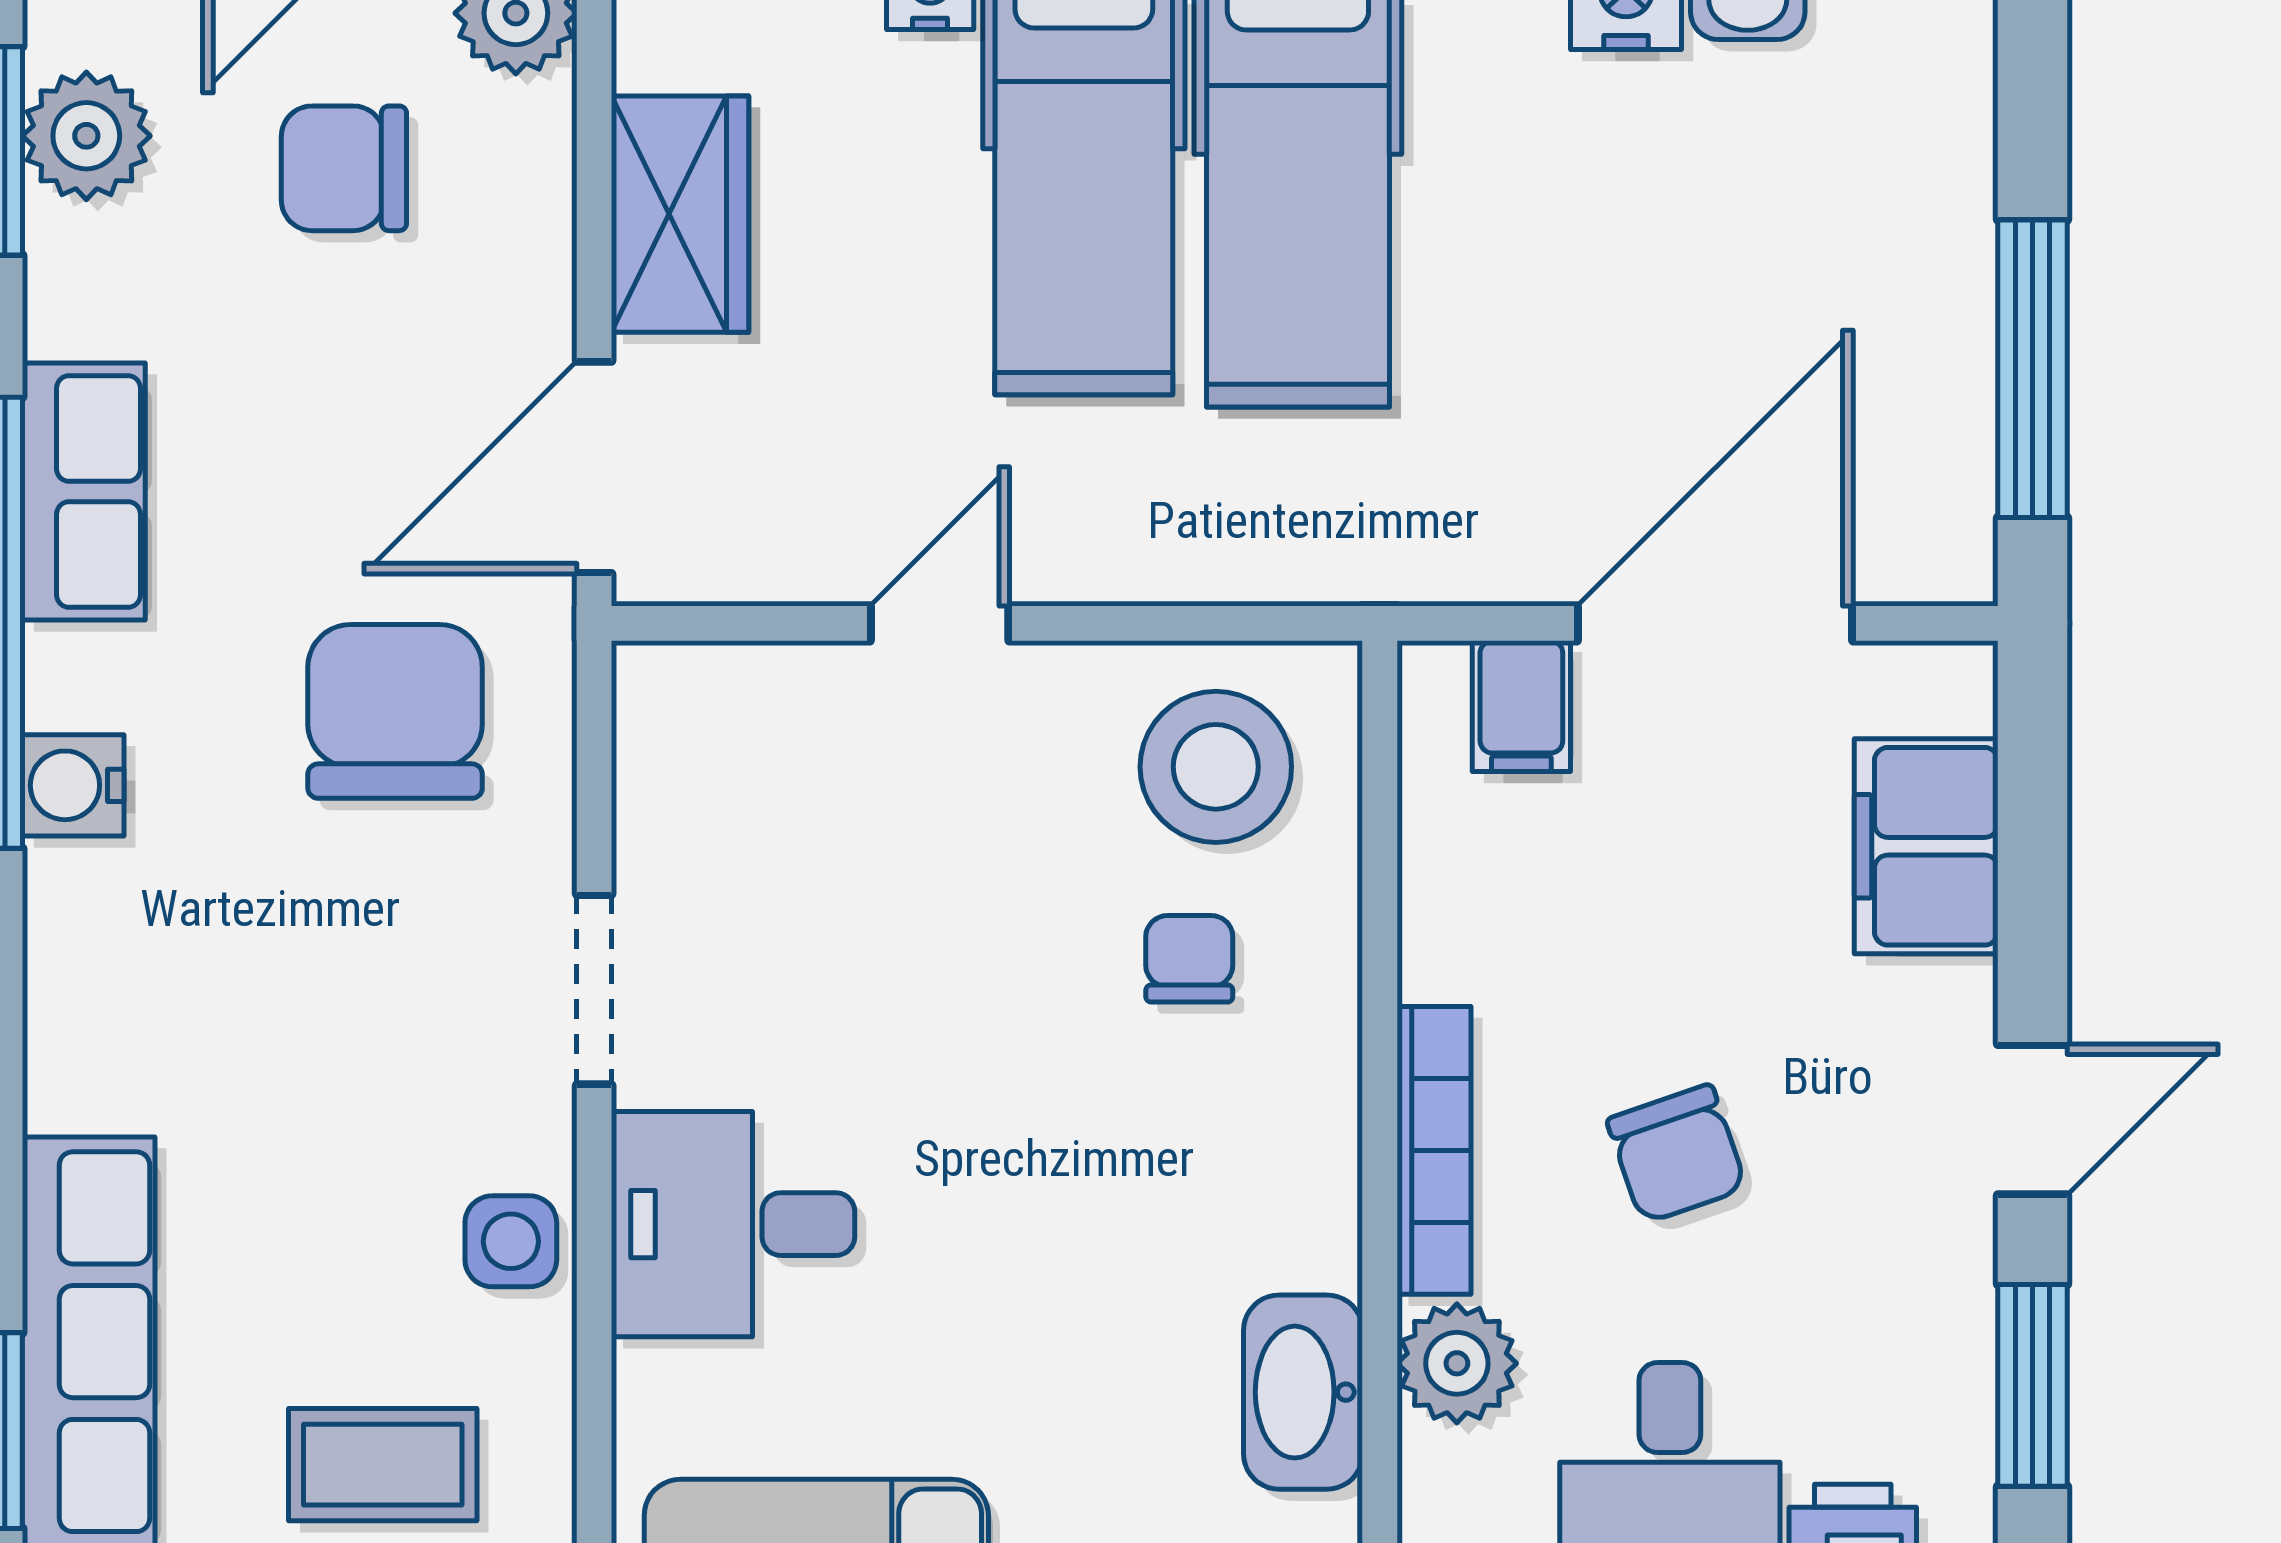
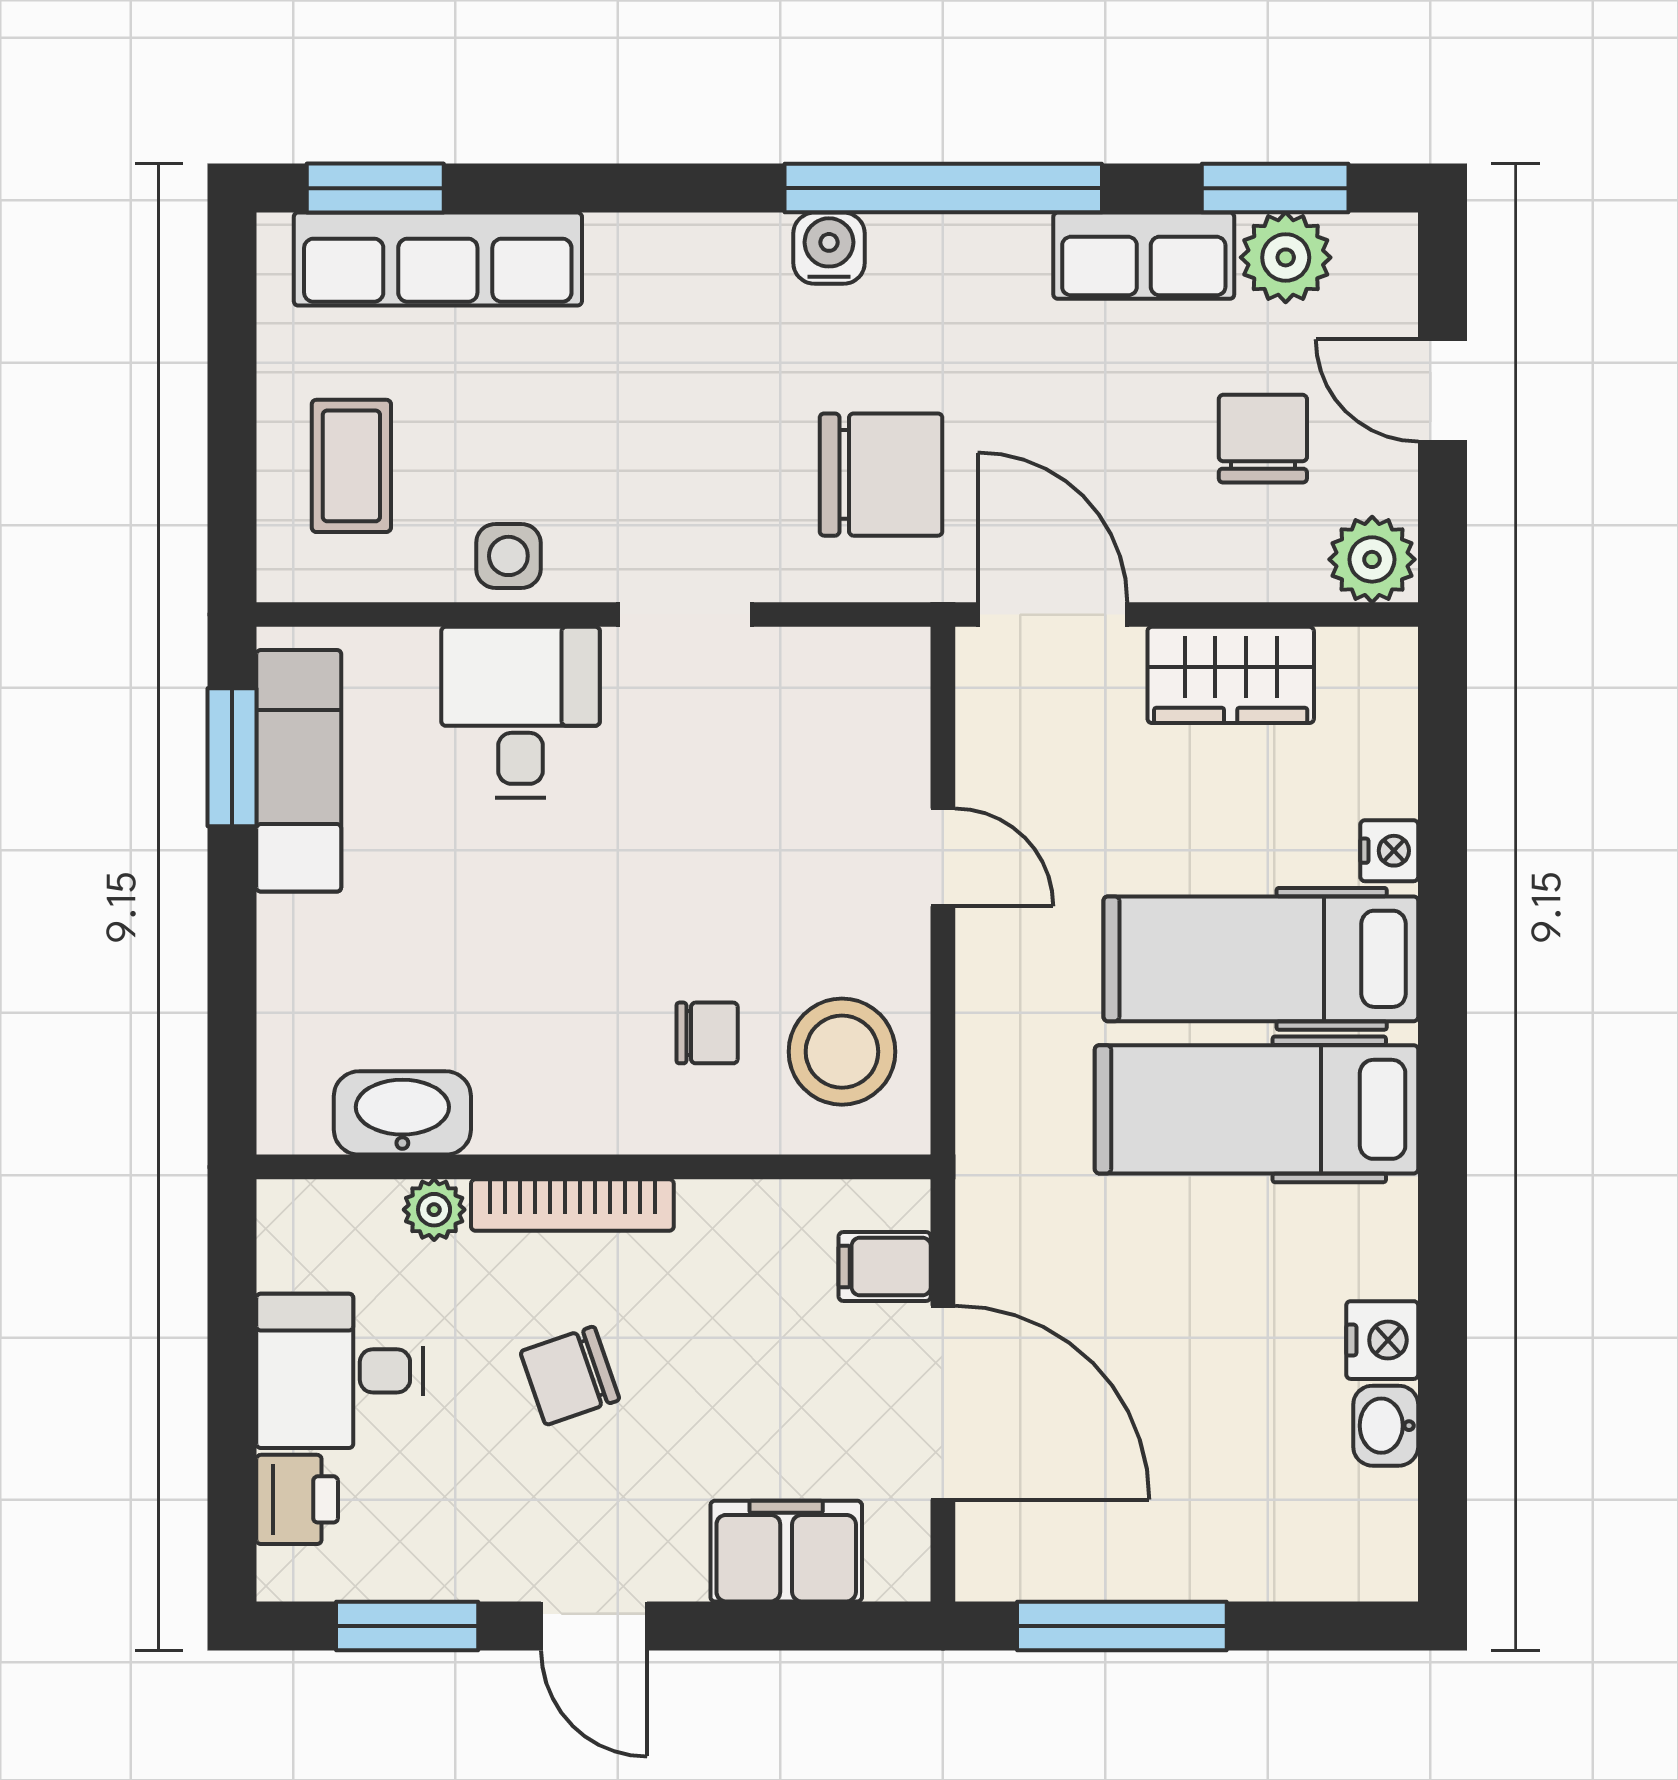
row of seats: (84, 492) -> (1144, 256), moved
plant: (1457, 1363) -> (434, 1210), width x0.73, depth x0.73

